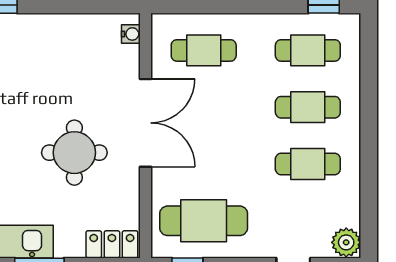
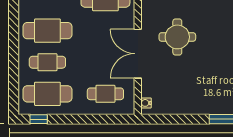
cafe table: (308, 50) -> (47, 94), width x1.37, depth x1.35
cafe table: (308, 164) -> (47, 31), width x1.37, depth x1.35

